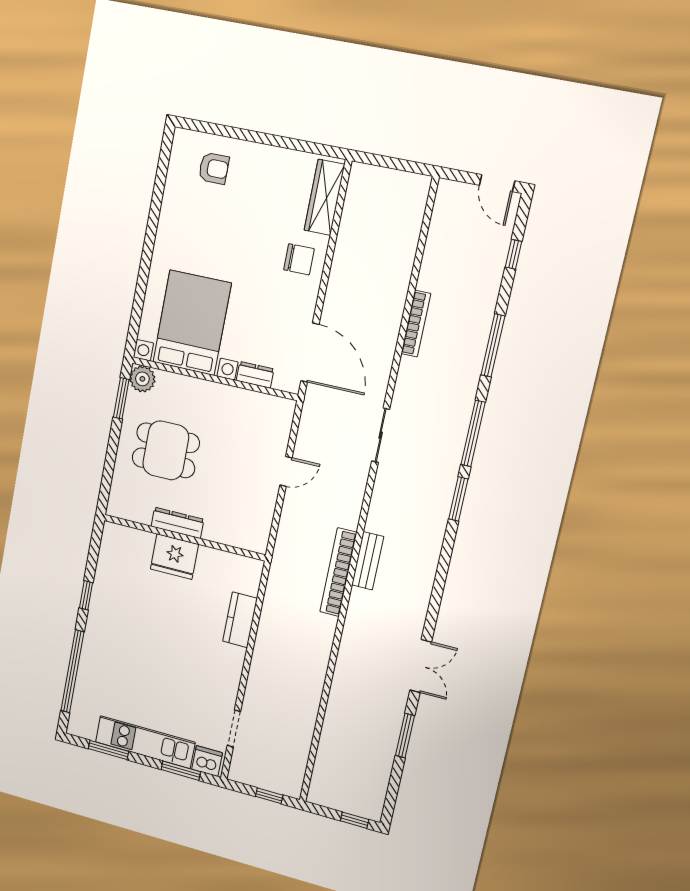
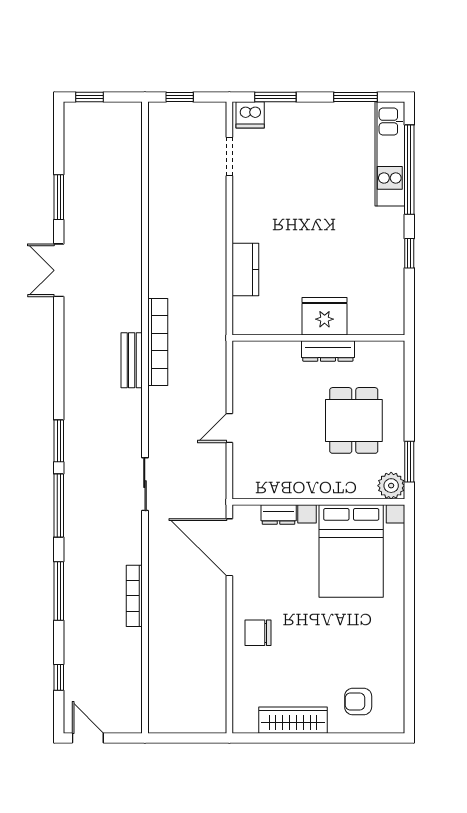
wardrobe: (324, 197) -> (293, 720), moved, turned -90
dining table: (166, 450) -> (354, 420), turned 90
kitchen unit: (145, 742) -> (390, 154), moved, turned 90

